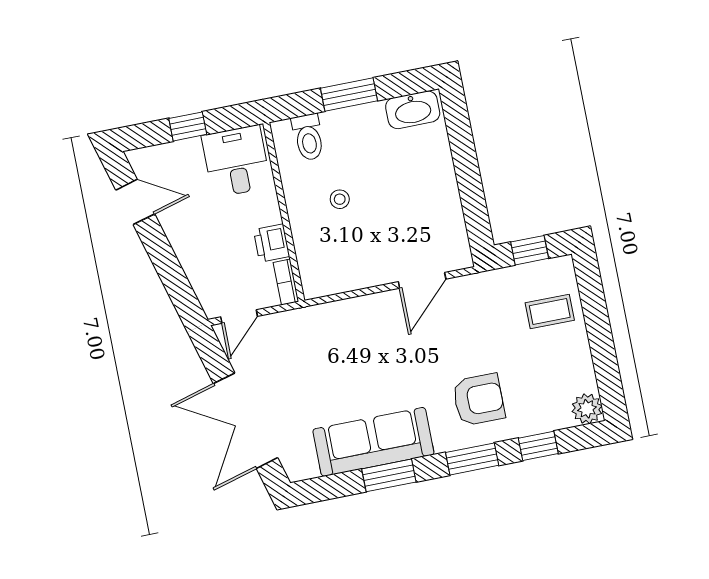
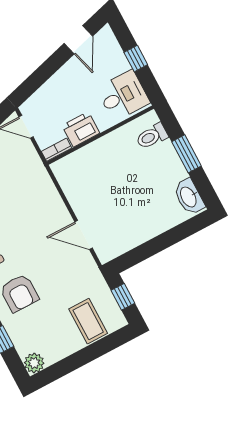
stool: (340, 199) -> (119, 168), removed
printer: (271, 243) -> (81, 129), width x1.36, depth x1.24
coffee table: (550, 312) -> (88, 321), width x1.36, depth x1.30

